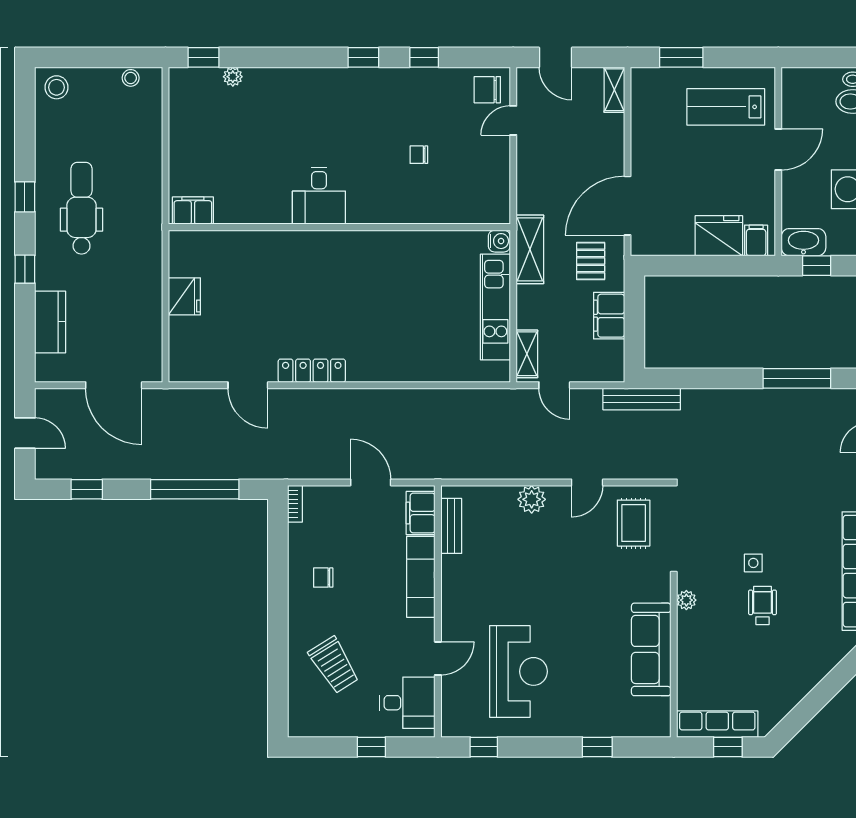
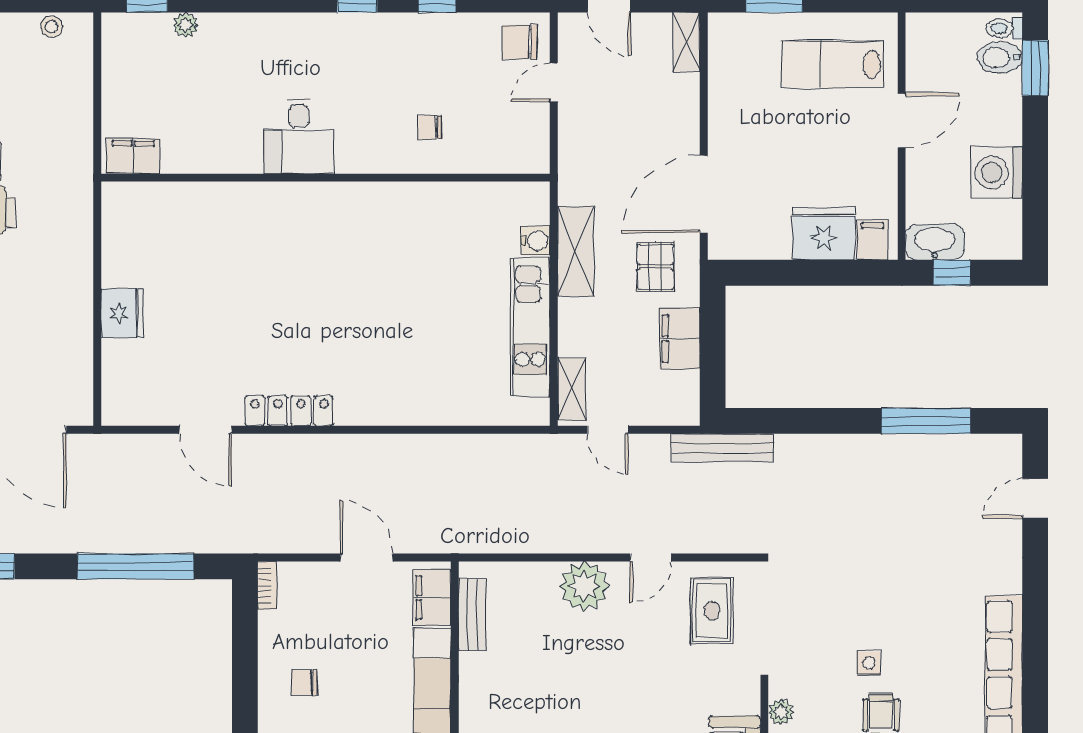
desk: (319, 196) -> (299, 136), moved
filing cabinet: (193, 211) -> (133, 156), moved
wall: (339, 227) -> (326, 178), moved
plant: (532, 499) -> (585, 586), width x1.36, depth x1.36

